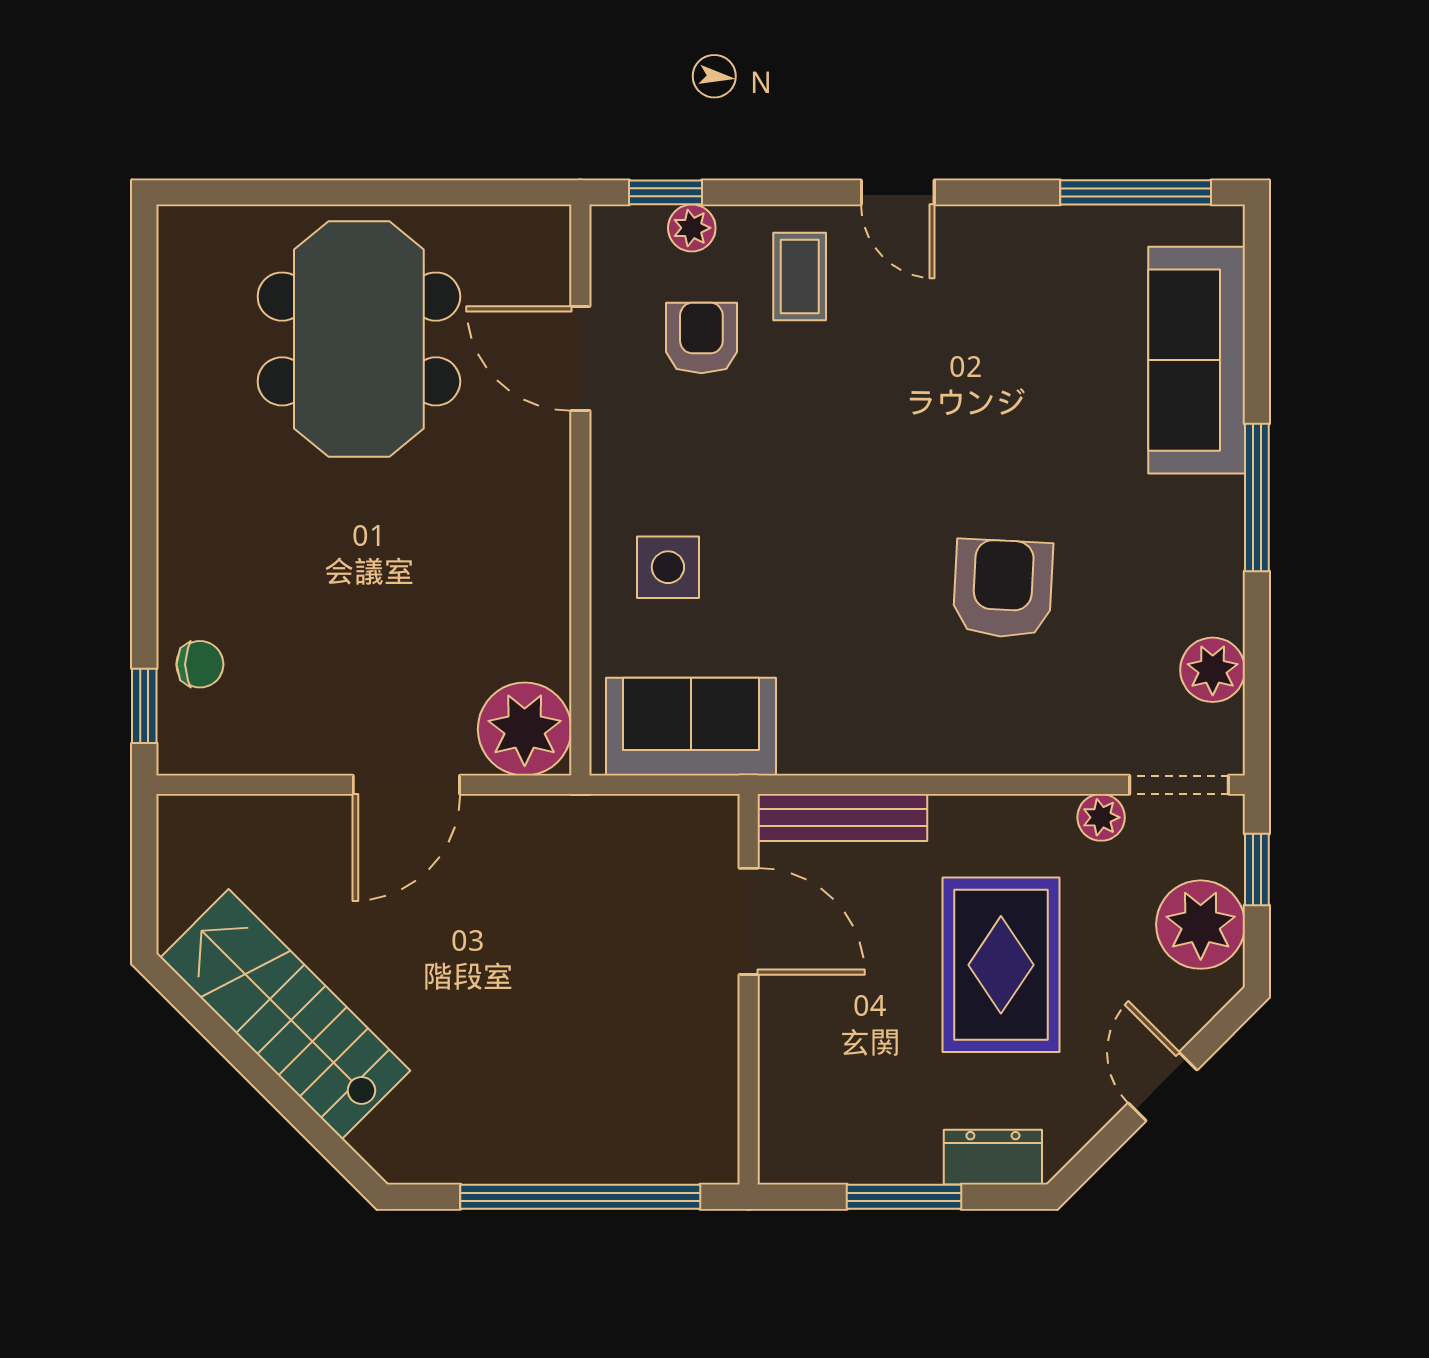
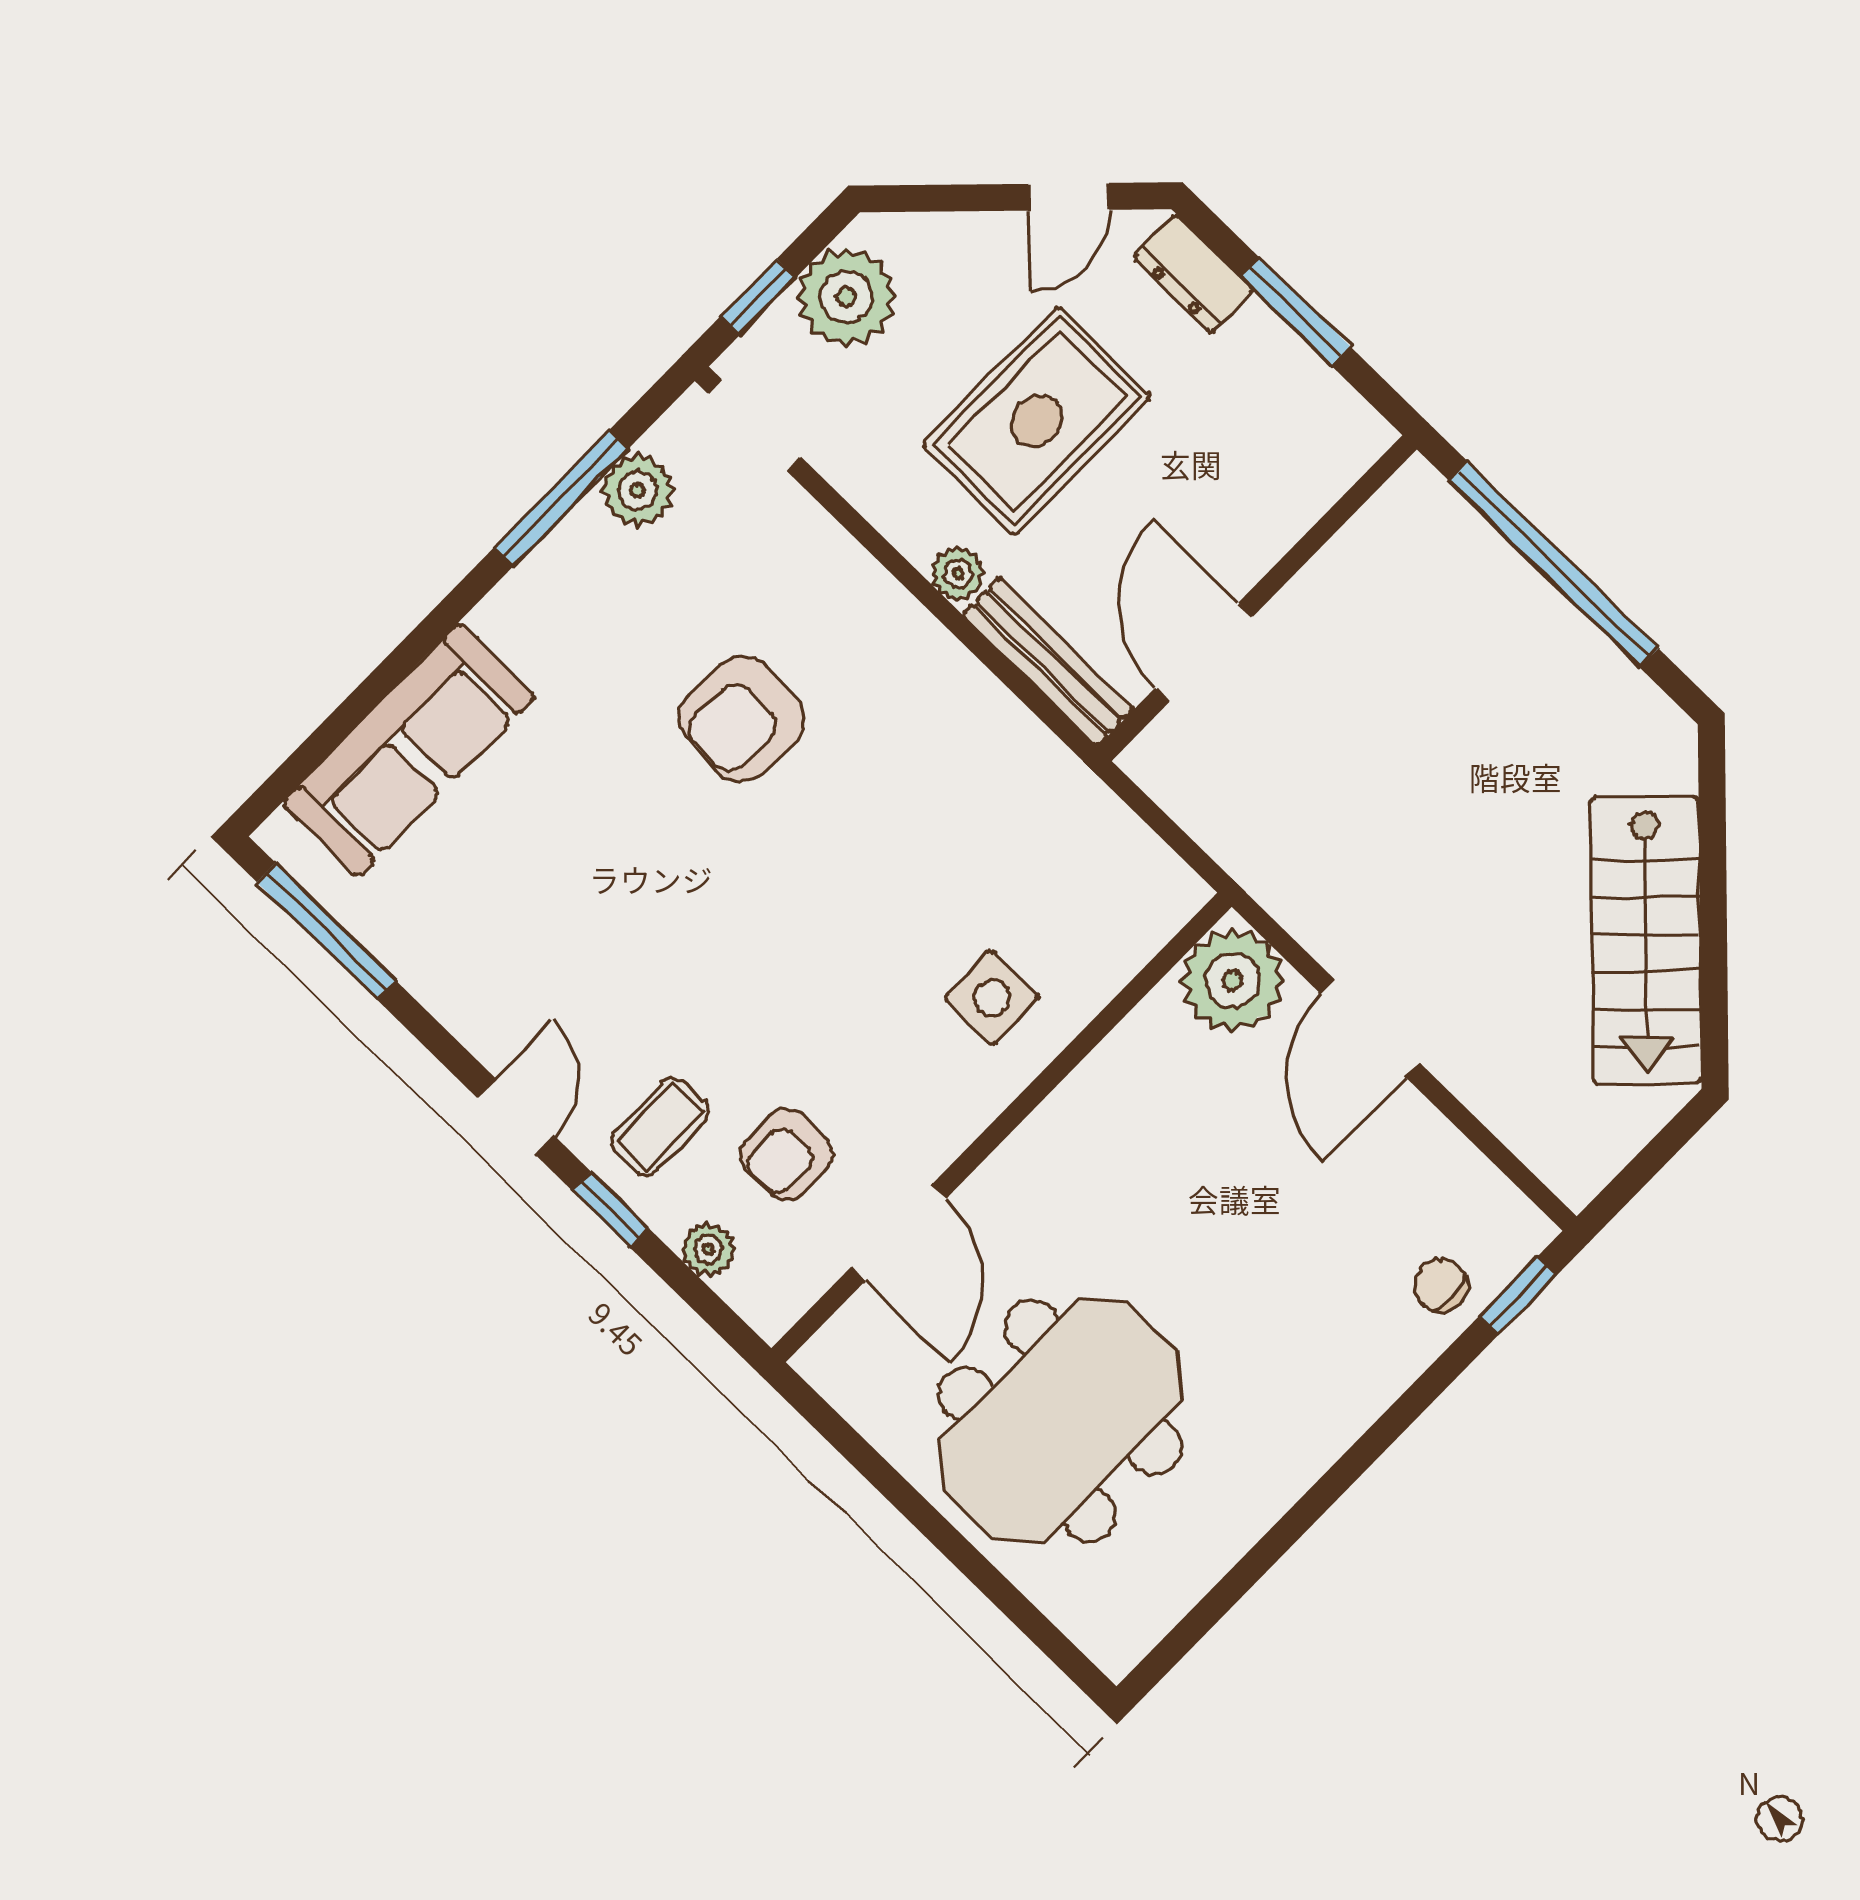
window: (665, 192) -> (610, 1210), moved
window: (1257, 498) -> (561, 498), moved
sofa: (691, 727) -> (1098, 852), removed
door: (406, 785) -> (1370, 1028), swing flipped
plant: (1101, 817) -> (958, 574), moved
door: (1163, 1086) -> (1069, 197), moved

